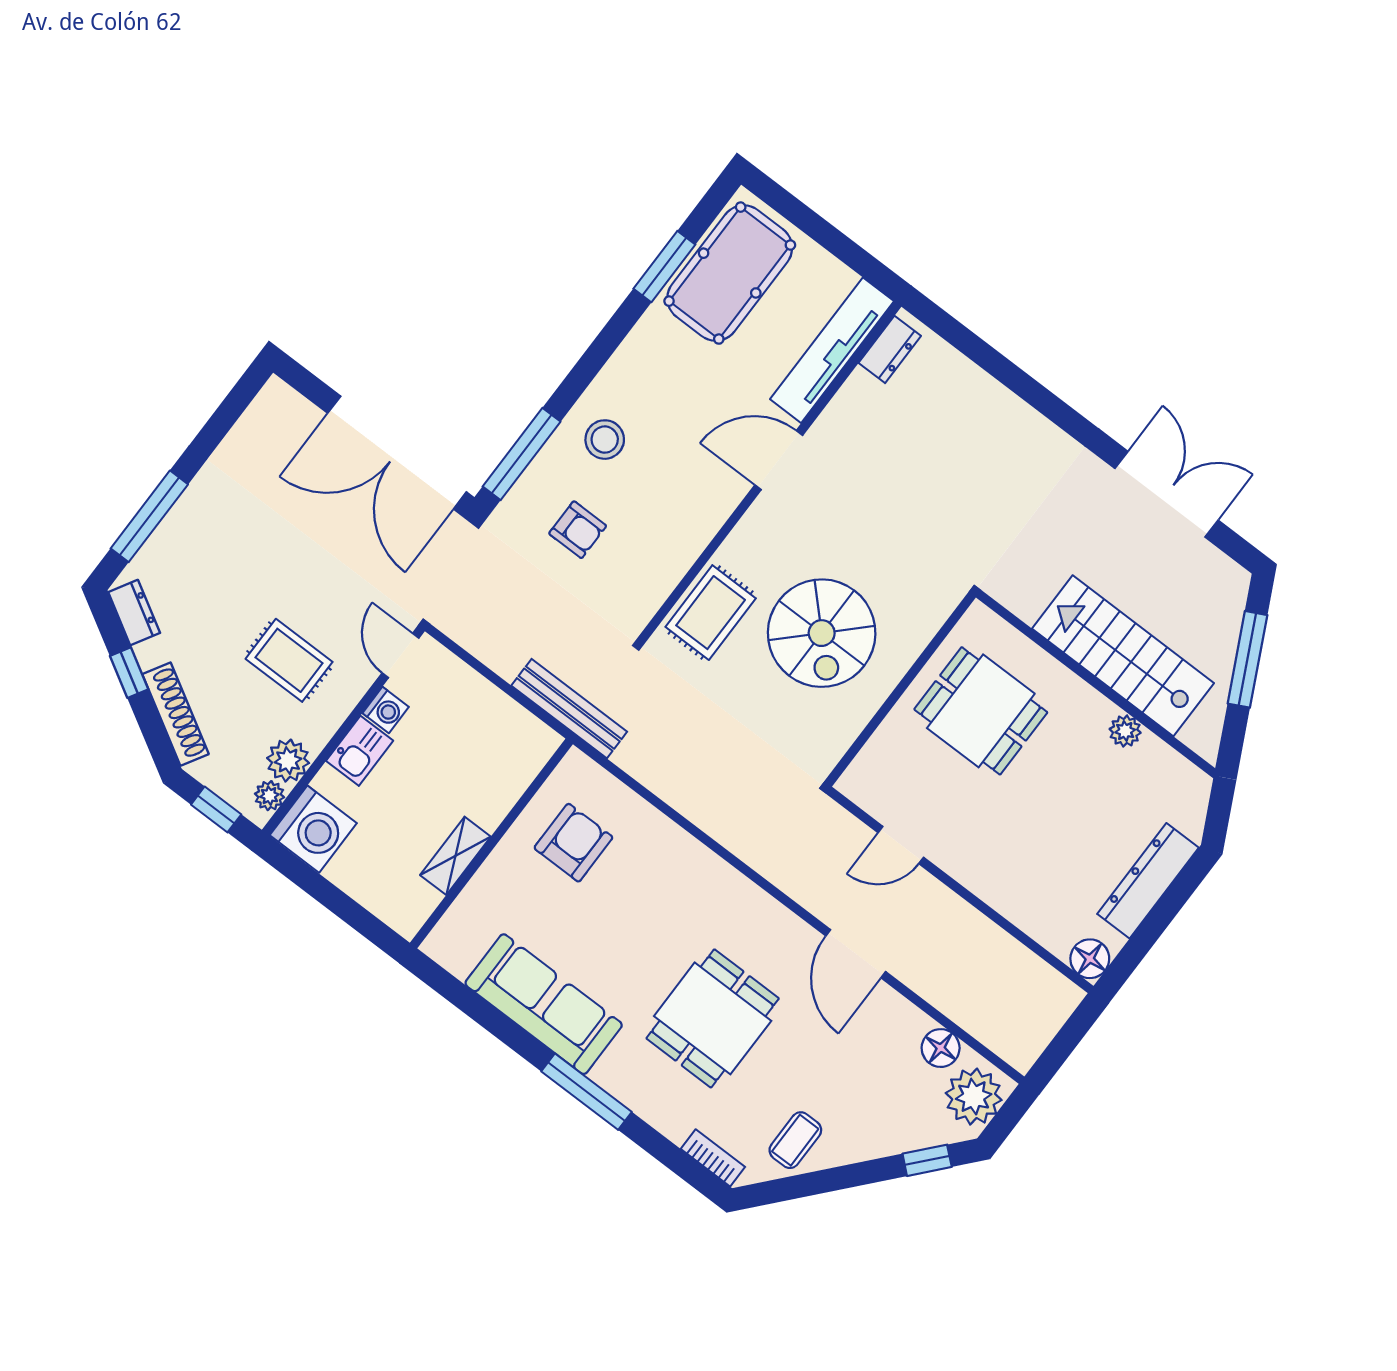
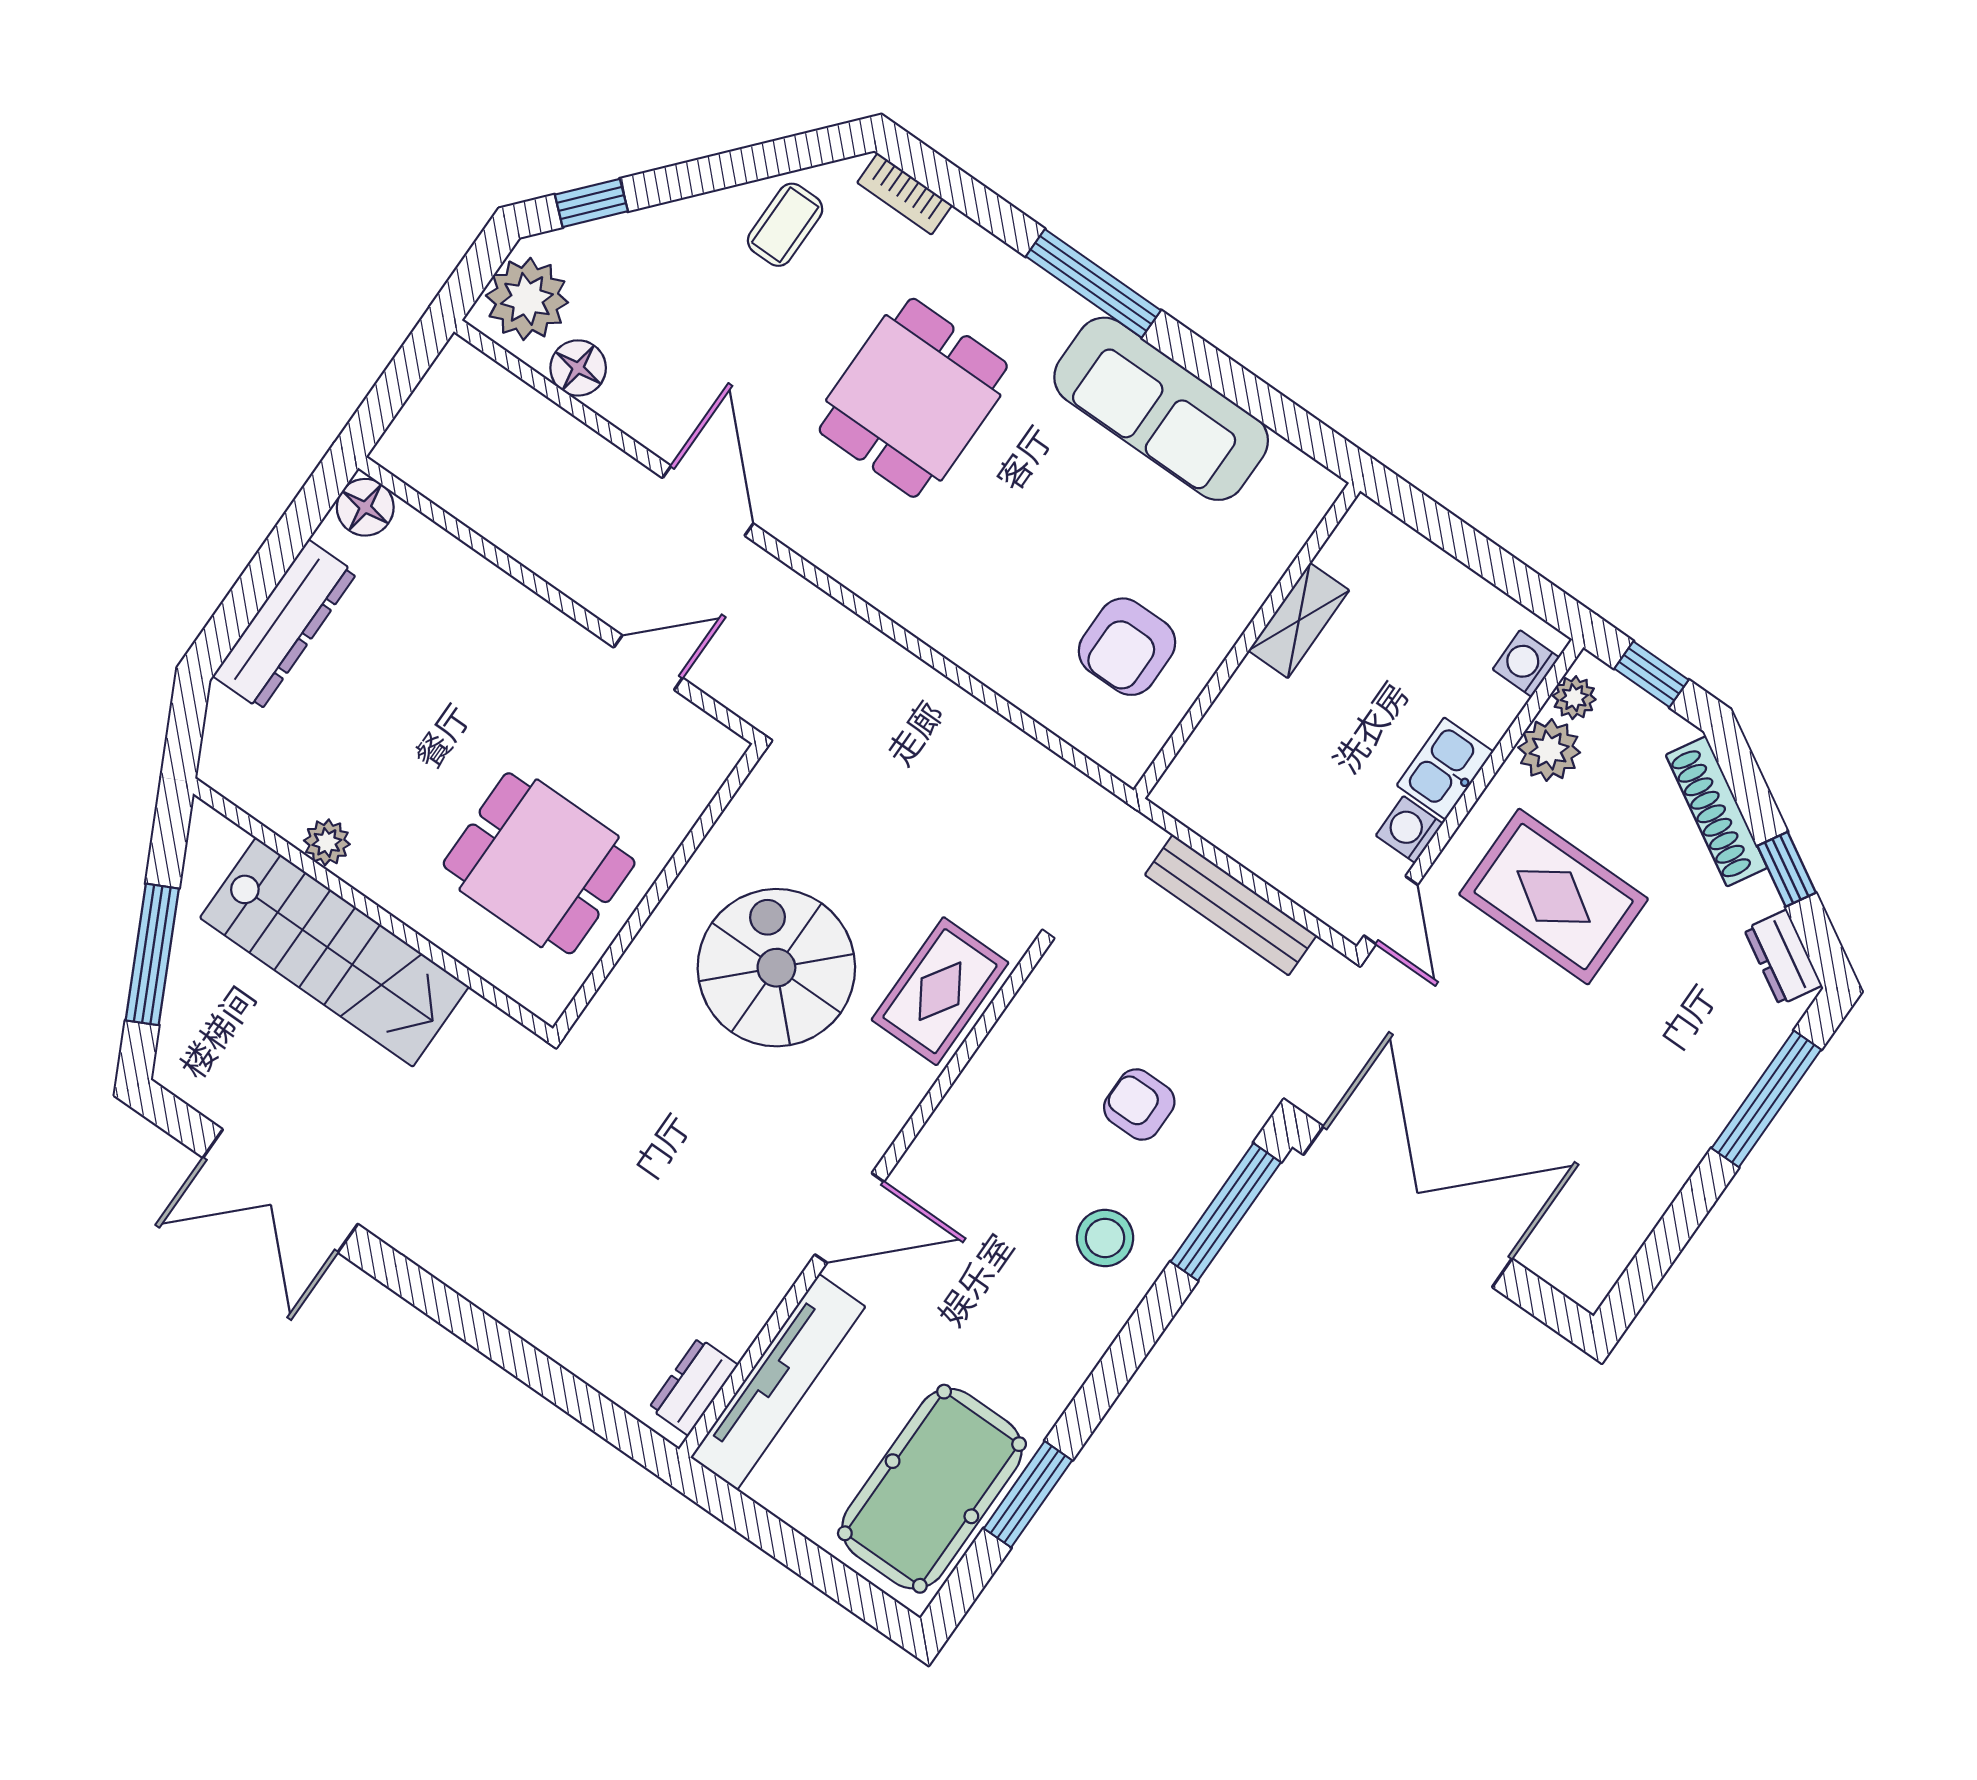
rug: (289, 660) -> (1554, 897), width x1.36, depth x1.43
bench: (569, 709) -> (1231, 905), moved
washing machine: (313, 829) -> (1526, 663), width x0.53, depth x0.53

